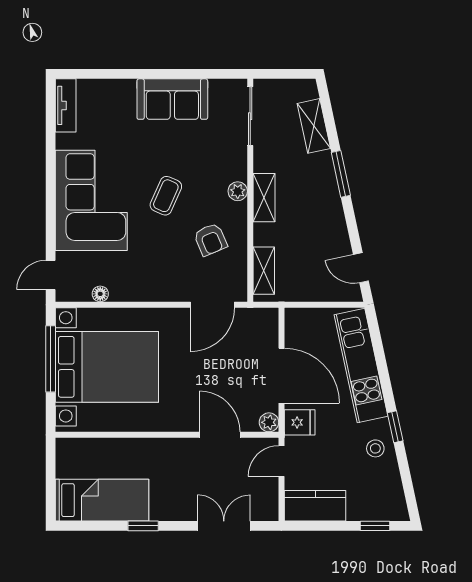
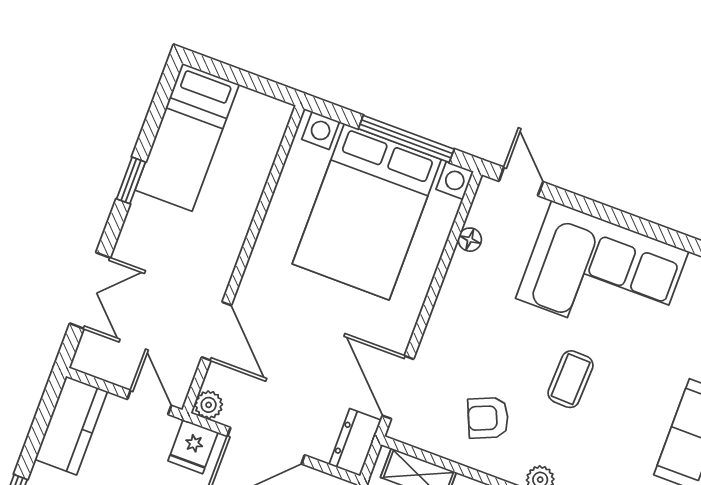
coffee table: (166, 196) -> (571, 379), turned 68
dresser: (258, 319) -> (355, 442), added
door: (220, 435) -> (216, 331), hinge flipped

